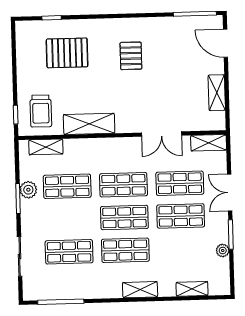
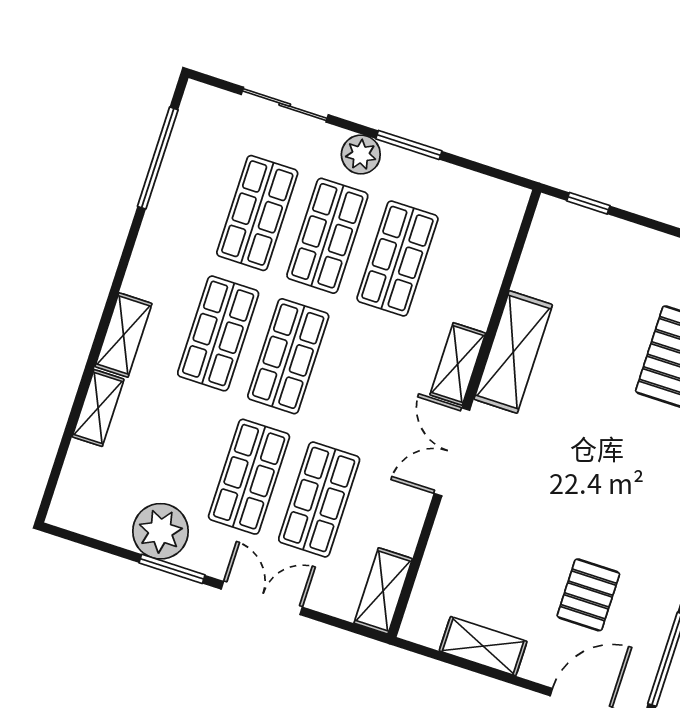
pallet: (131, 56) -> (588, 595), moved, turned 90
trolley: (41, 111) -> (577, 259), removed
double door: (161, 134) -> (452, 452), moved
shelving: (46, 147) -> (458, 364), moved
shop shelf: (123, 185) -> (327, 236), moved
plant: (28, 190) -> (361, 154), moved
plant: (223, 250) -> (160, 531), width x1.87, depth x1.87
shelving: (192, 289) -> (98, 408), moved

